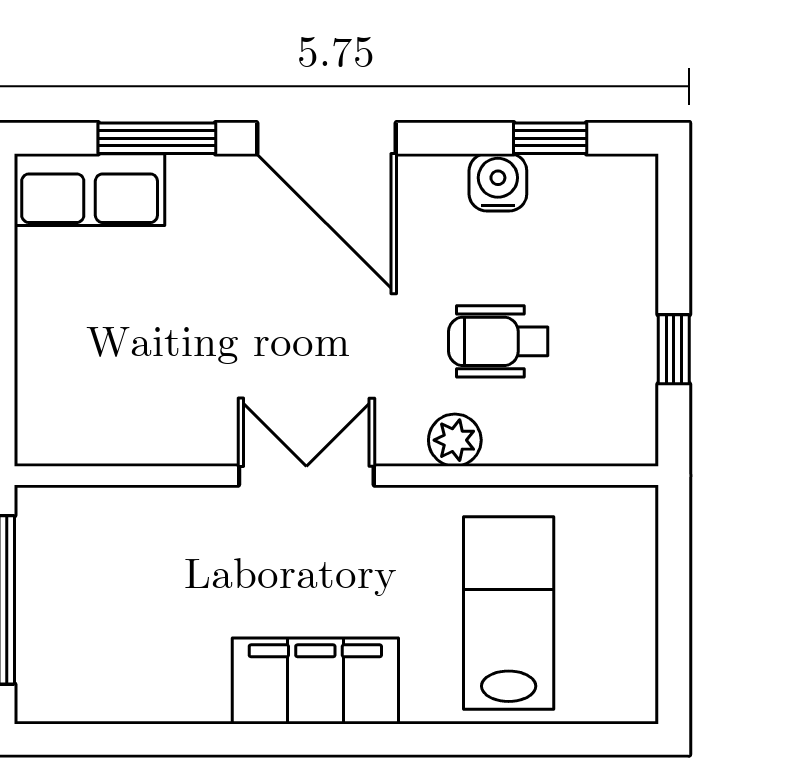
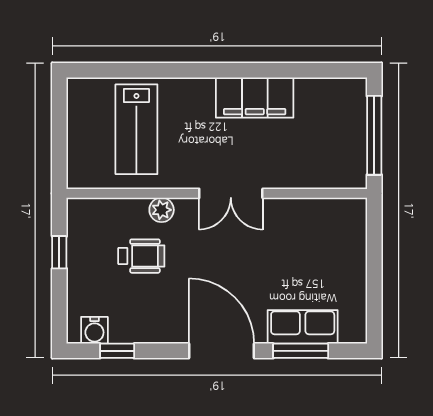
water cooler: (498, 182) -> (94, 330), moved
row of seats: (90, 190) -> (303, 327), moved
filing cabinet: (315, 681) -> (255, 98), moved

